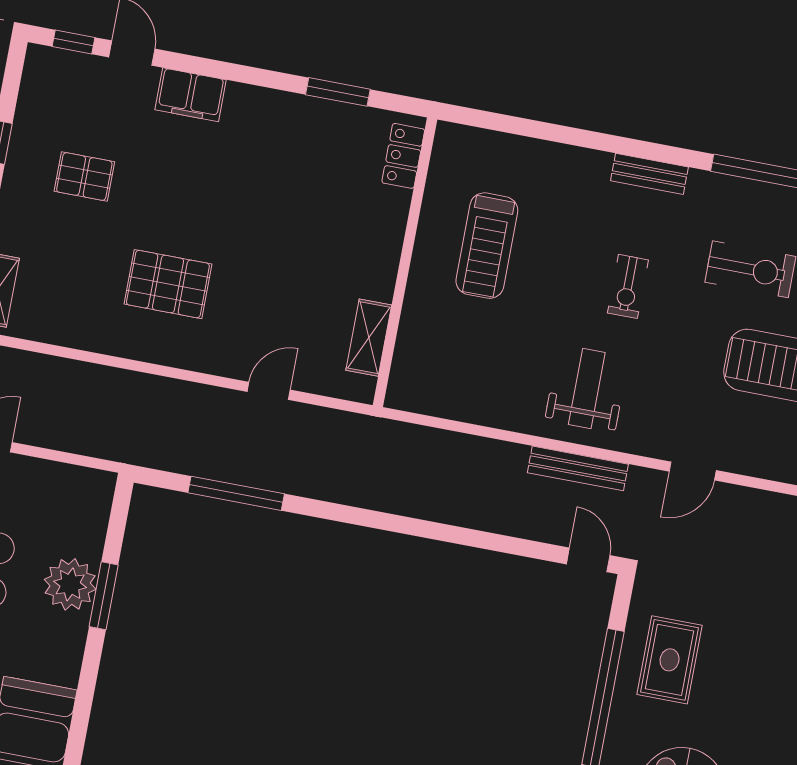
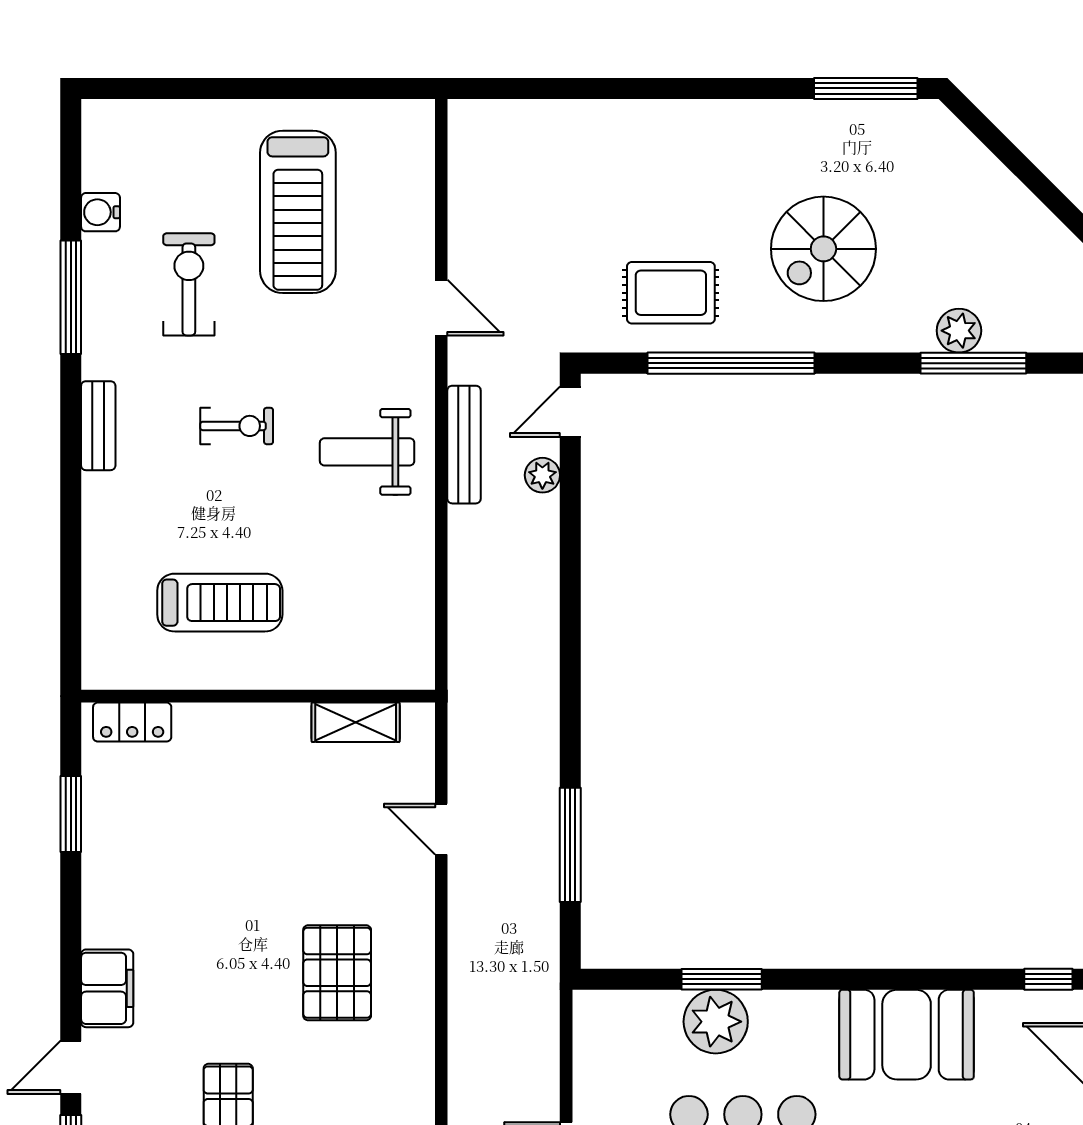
plant: (541, 527) -> (542, 475), added

